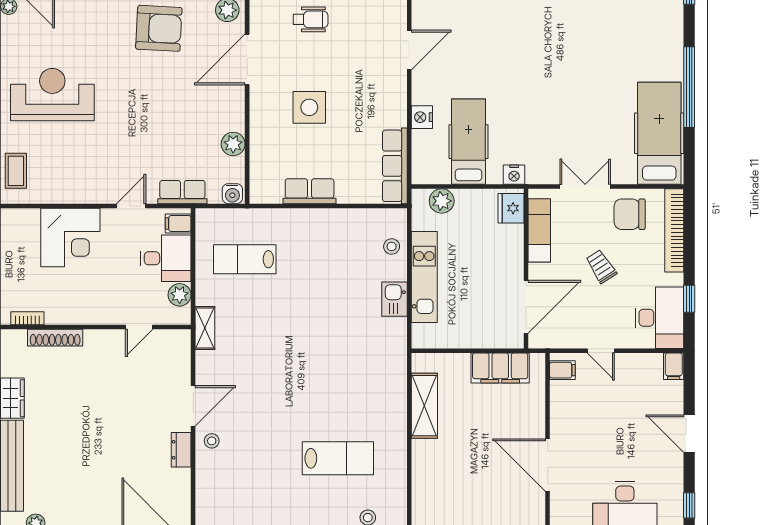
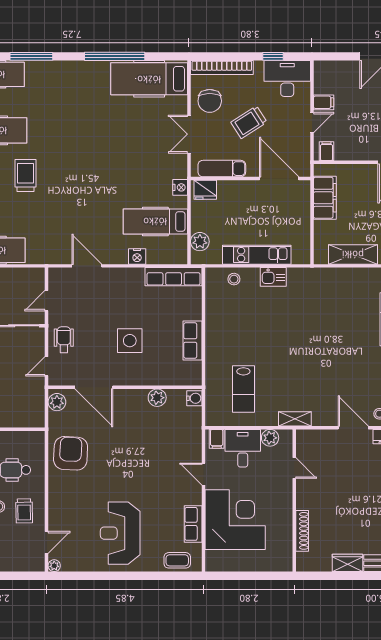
row of seats: (182, 192) -> (193, 524), moved
corner desk: (70, 238) -> (235, 520), width x1.36, depth x1.36
trolley: (601, 267) -> (249, 122), width x1.36, depth x1.39
bookcase: (27, 318) -> (288, 552), removed
filing cabinet: (674, 366) -> (324, 102), moved

